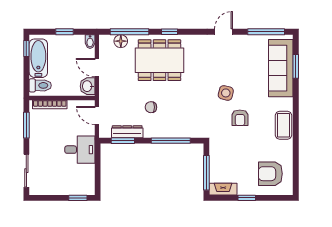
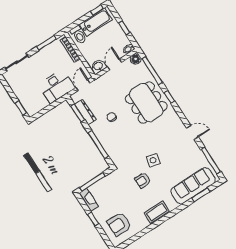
floor lamp: (121, 41) -> (136, 59), moved
desk: (80, 150) -> (57, 86), width x1.37
armchair: (270, 174) -> (119, 224), turned -90

